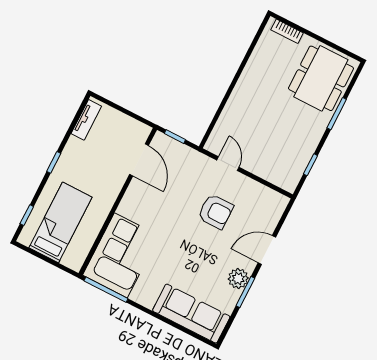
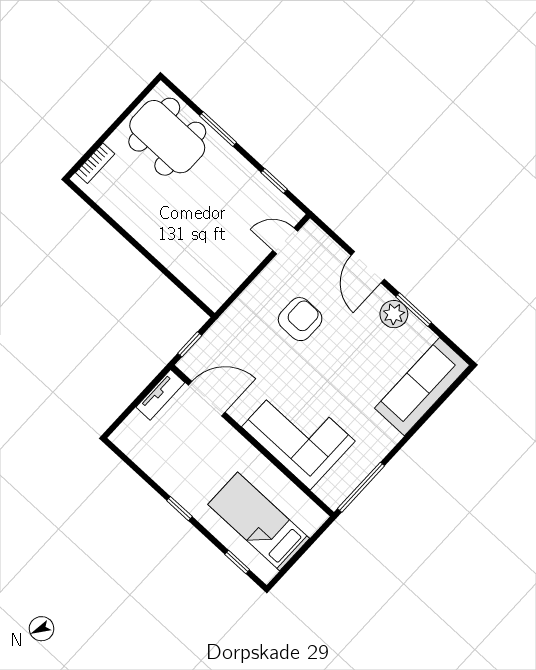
tv unit: (86, 120) -> (160, 395), moved, turned 90
door: (228, 164) -> (285, 241), moved
corner sofa: (121, 255) -> (298, 434), moved

